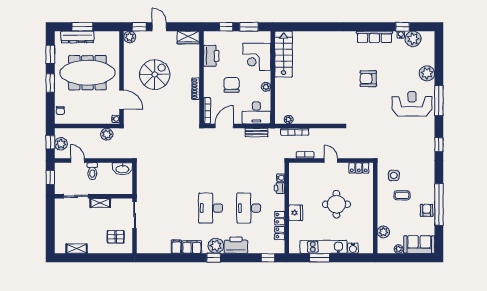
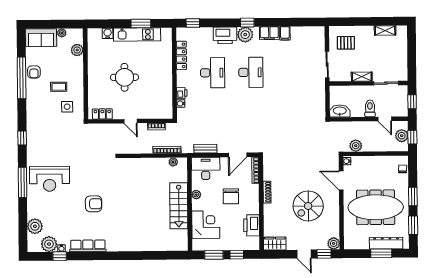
stairs: (284, 54) -> (179, 206), moved
plant: (427, 73) -> (35, 226), moved
fridge: (296, 213) -> (165, 68), removed

